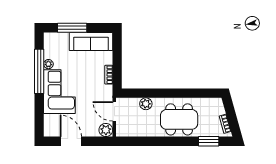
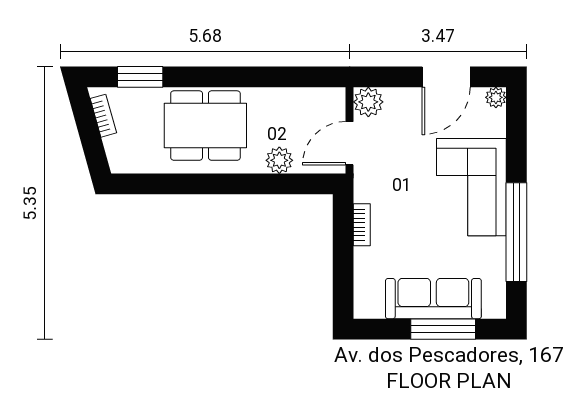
sofa: (91, 41) -> (433, 299), moved
plant: (48, 64) -> (496, 97), moved
door: (114, 111) -> (350, 143), swing flipped
door: (71, 141) -> (446, 77), hinge flipped

